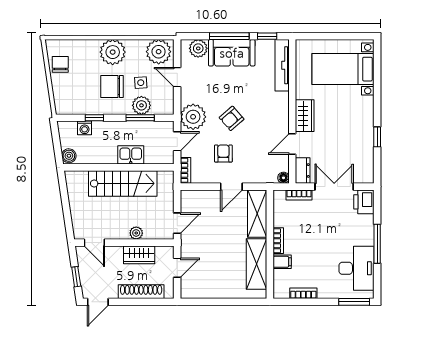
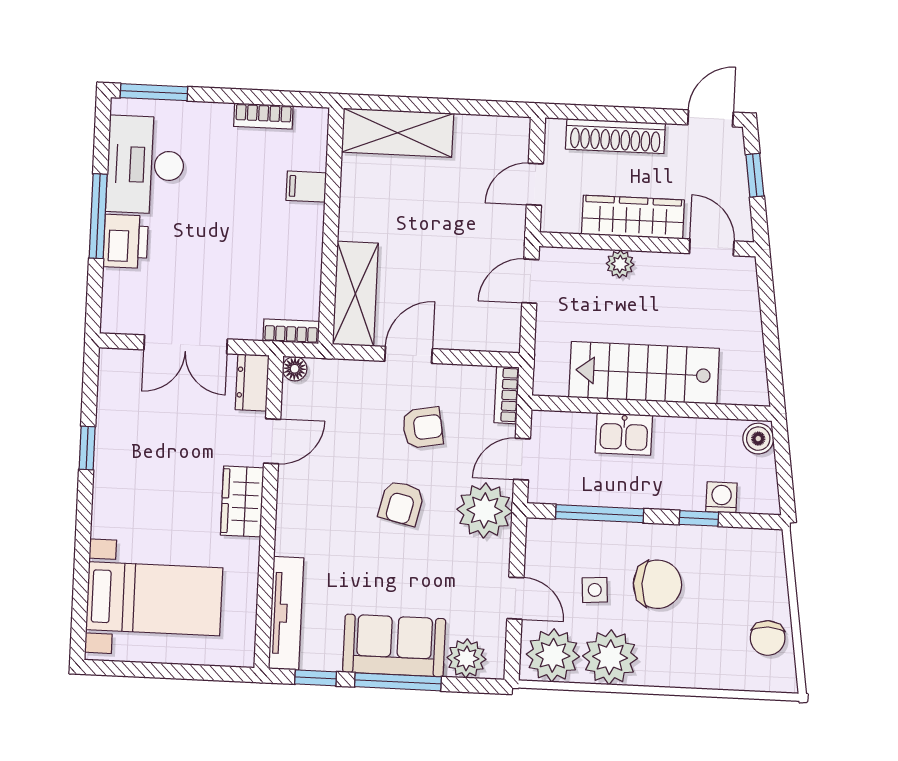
plant: (113, 52) -> (610, 657), moved
plant: (141, 105) -> (596, 541), removed
window: (140, 118) -> (600, 514), width x1.44
armchair: (232, 118) -> (401, 503), turned 144
armchair: (223, 153) -> (423, 428), turned -100
bookcase: (299, 195) -> (291, 331), moved
printer: (364, 202) -> (126, 241), moved
bookcase: (278, 241) -> (312, 233), removed
wardrobe: (139, 255) -> (633, 217), width x1.50
shelving: (257, 264) -> (398, 133), moved, turned 90

